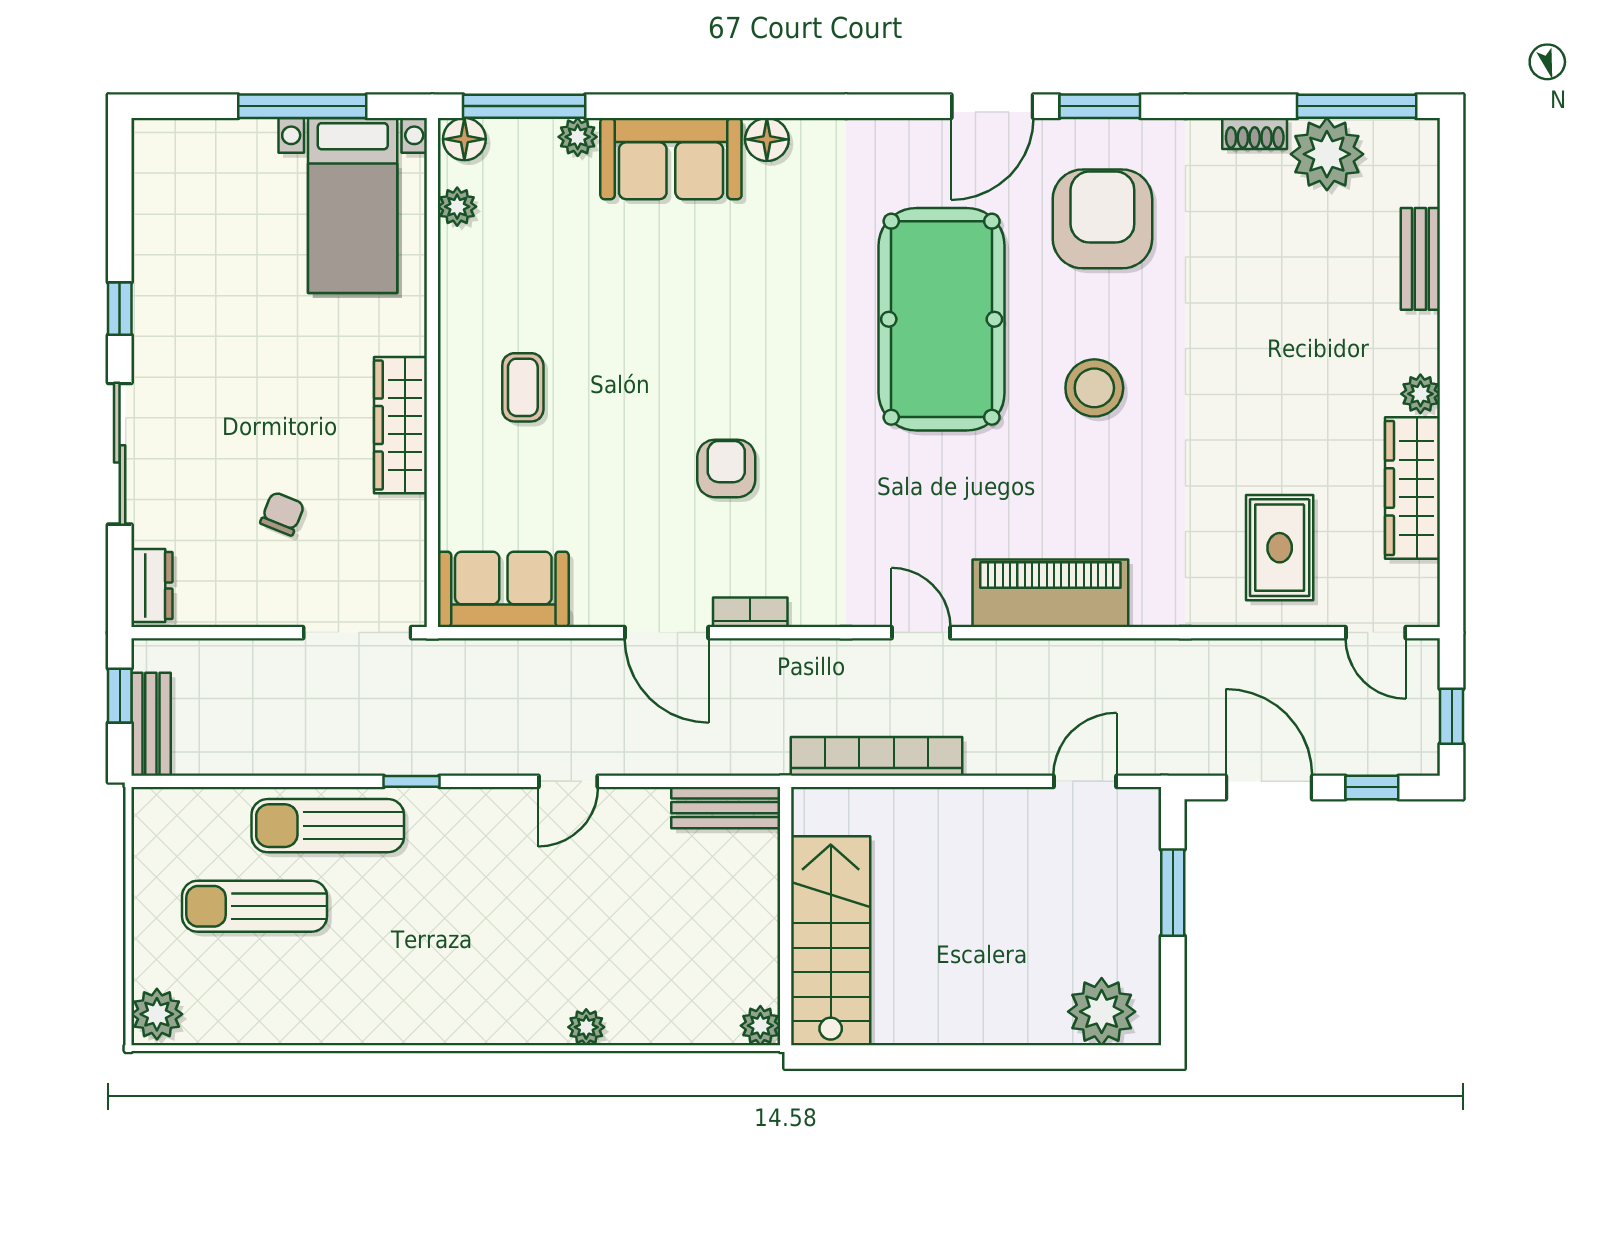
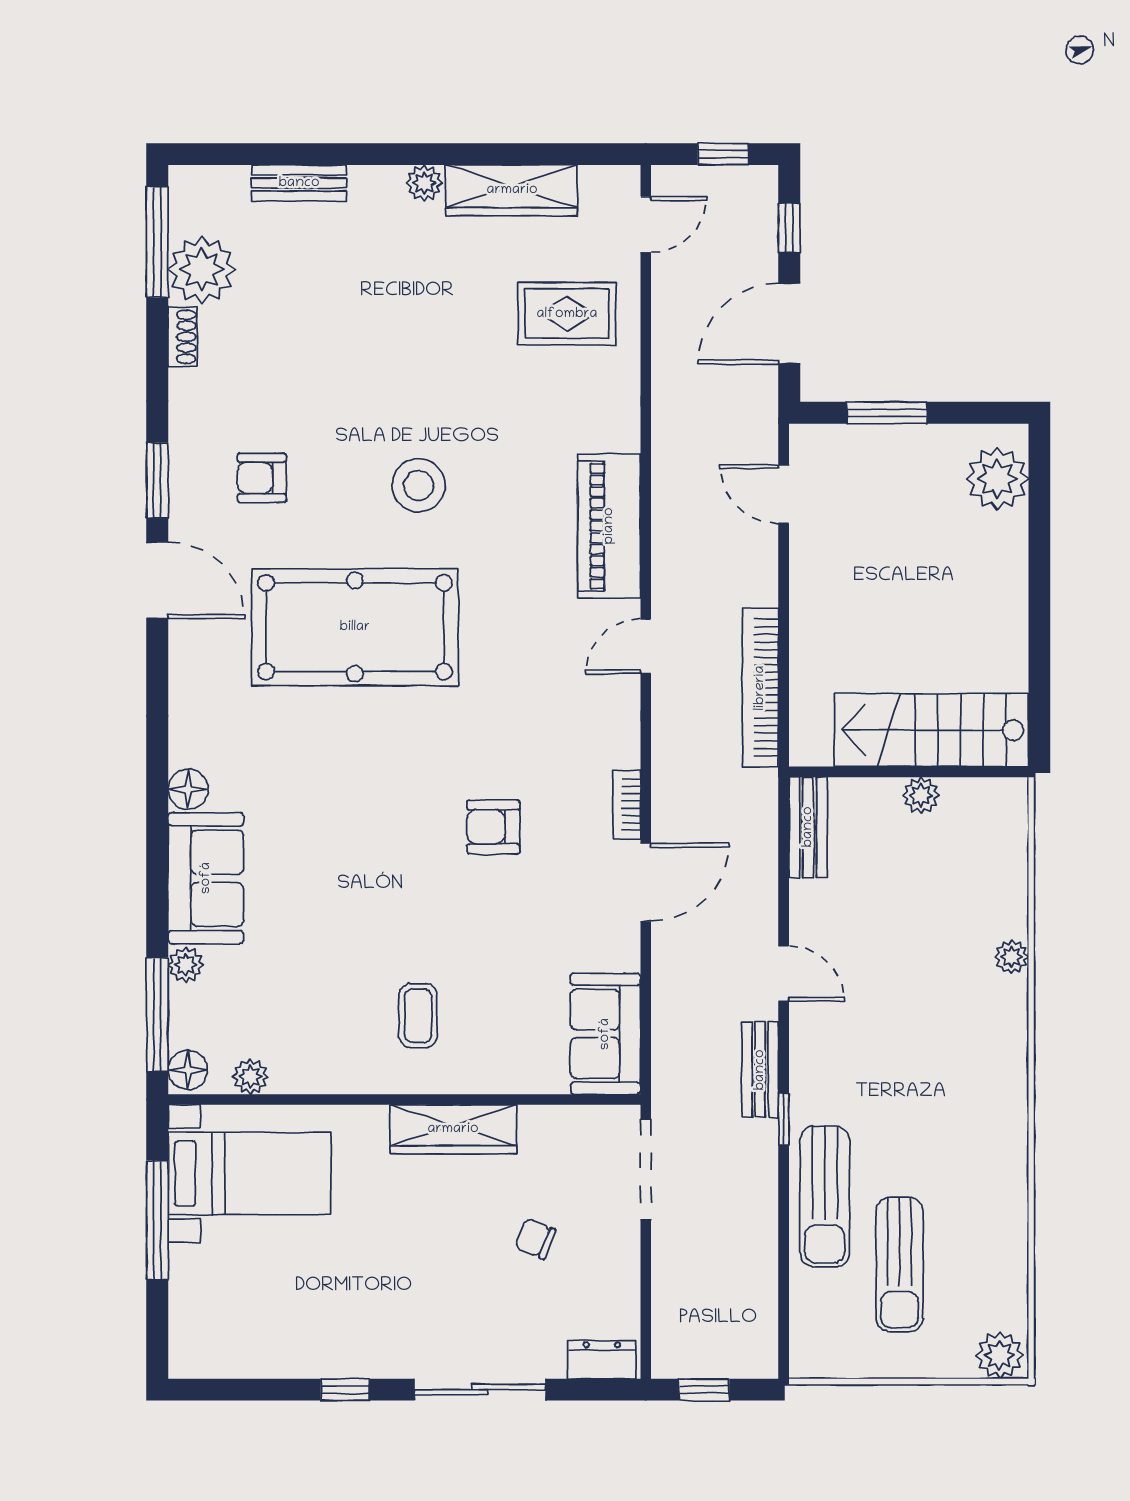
armchair: (1102, 219) -> (262, 478), width x0.53, depth x0.53
coffee table: (523, 387) -> (418, 1016), turned 90
bench: (151, 724) -> (760, 1070), moved, turned 90
plant: (760, 1026) -> (921, 795), moved

